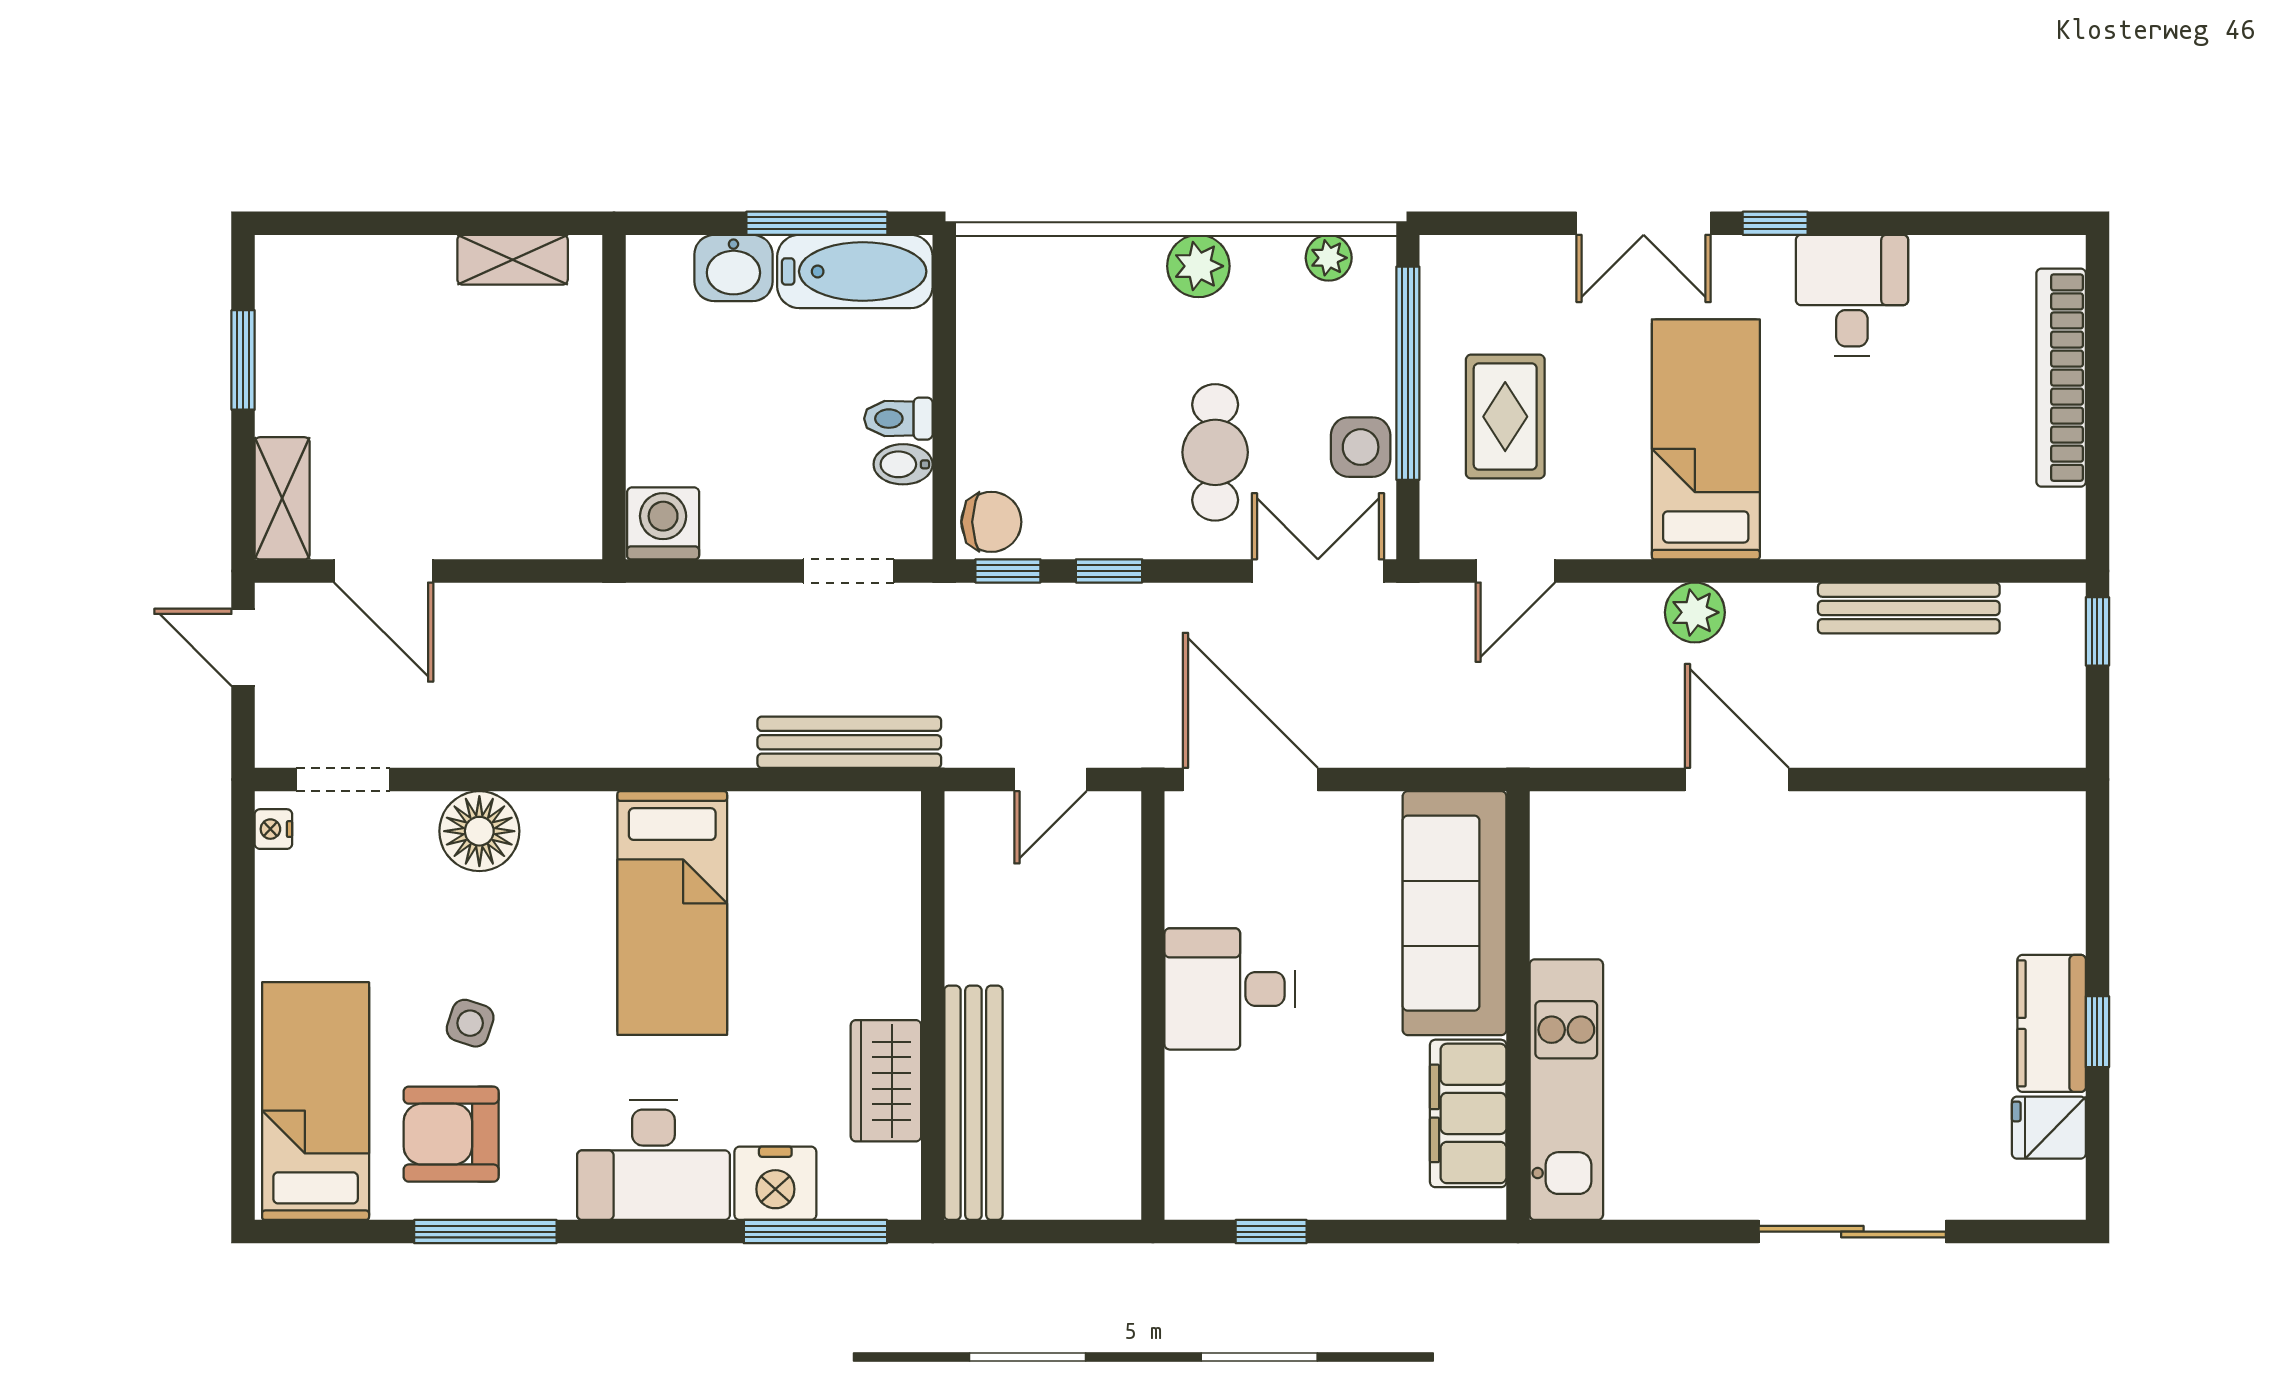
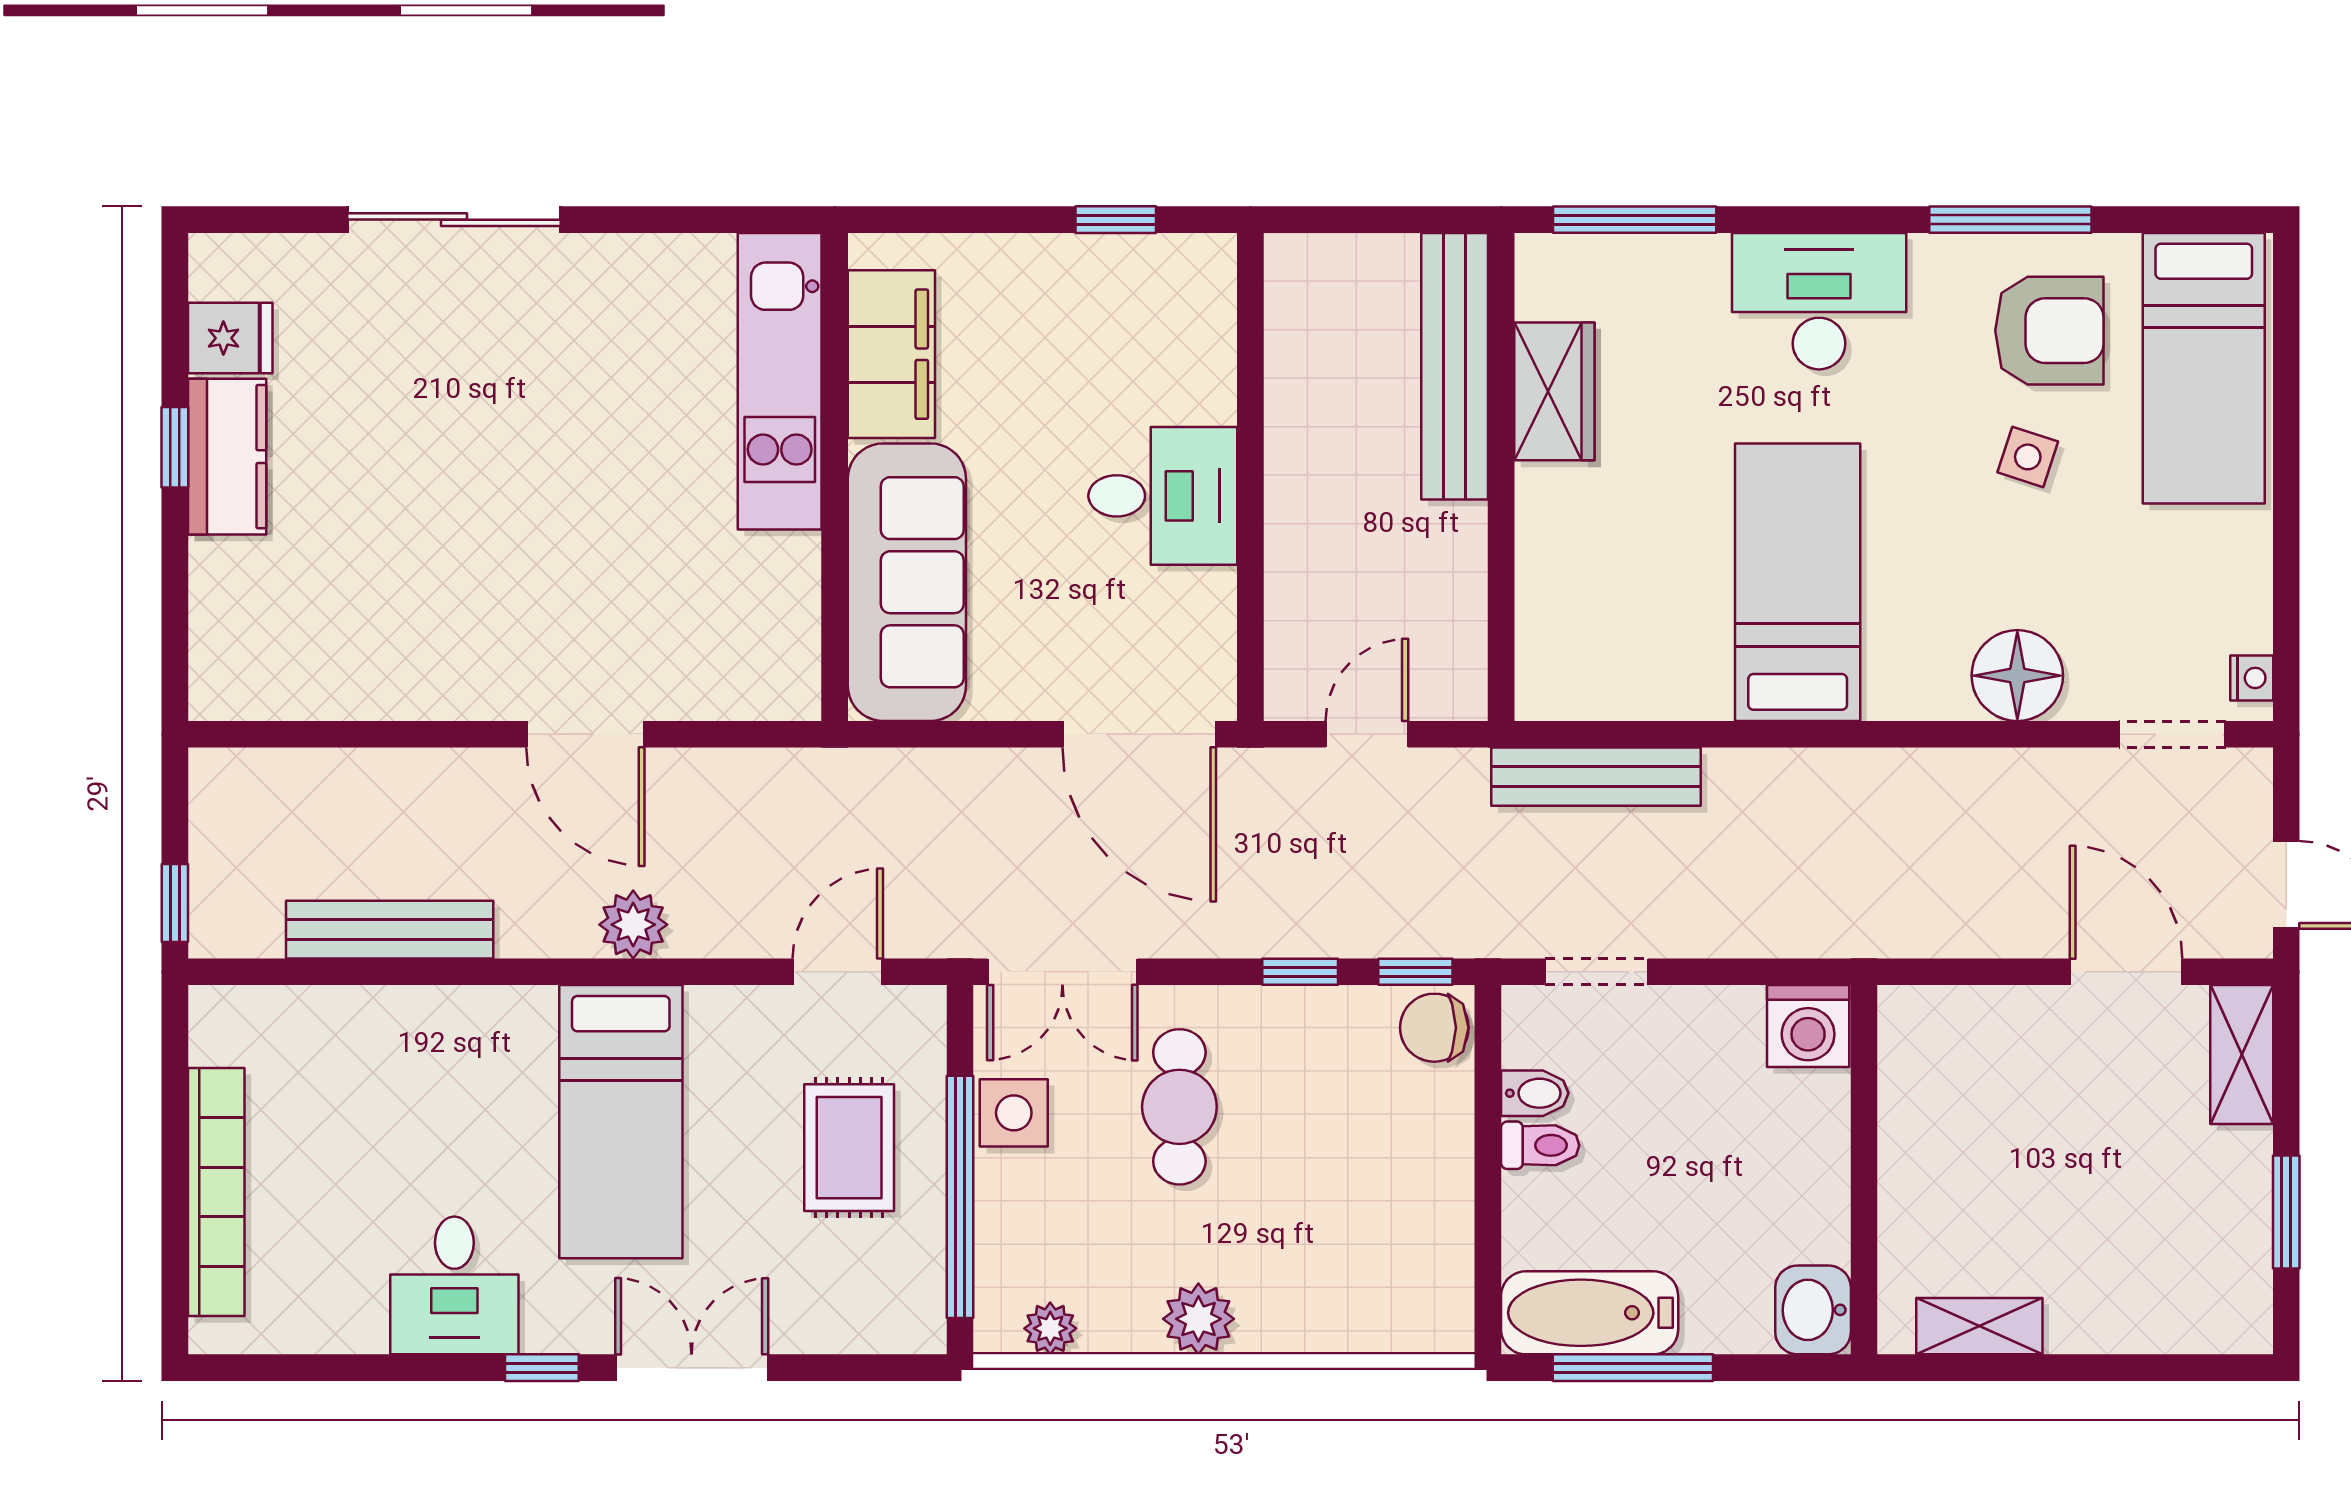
washbasin: (733, 268) -> (1813, 1310), moved, turned -90
nightstand: (775, 1183) -> (1680, 275), removed

